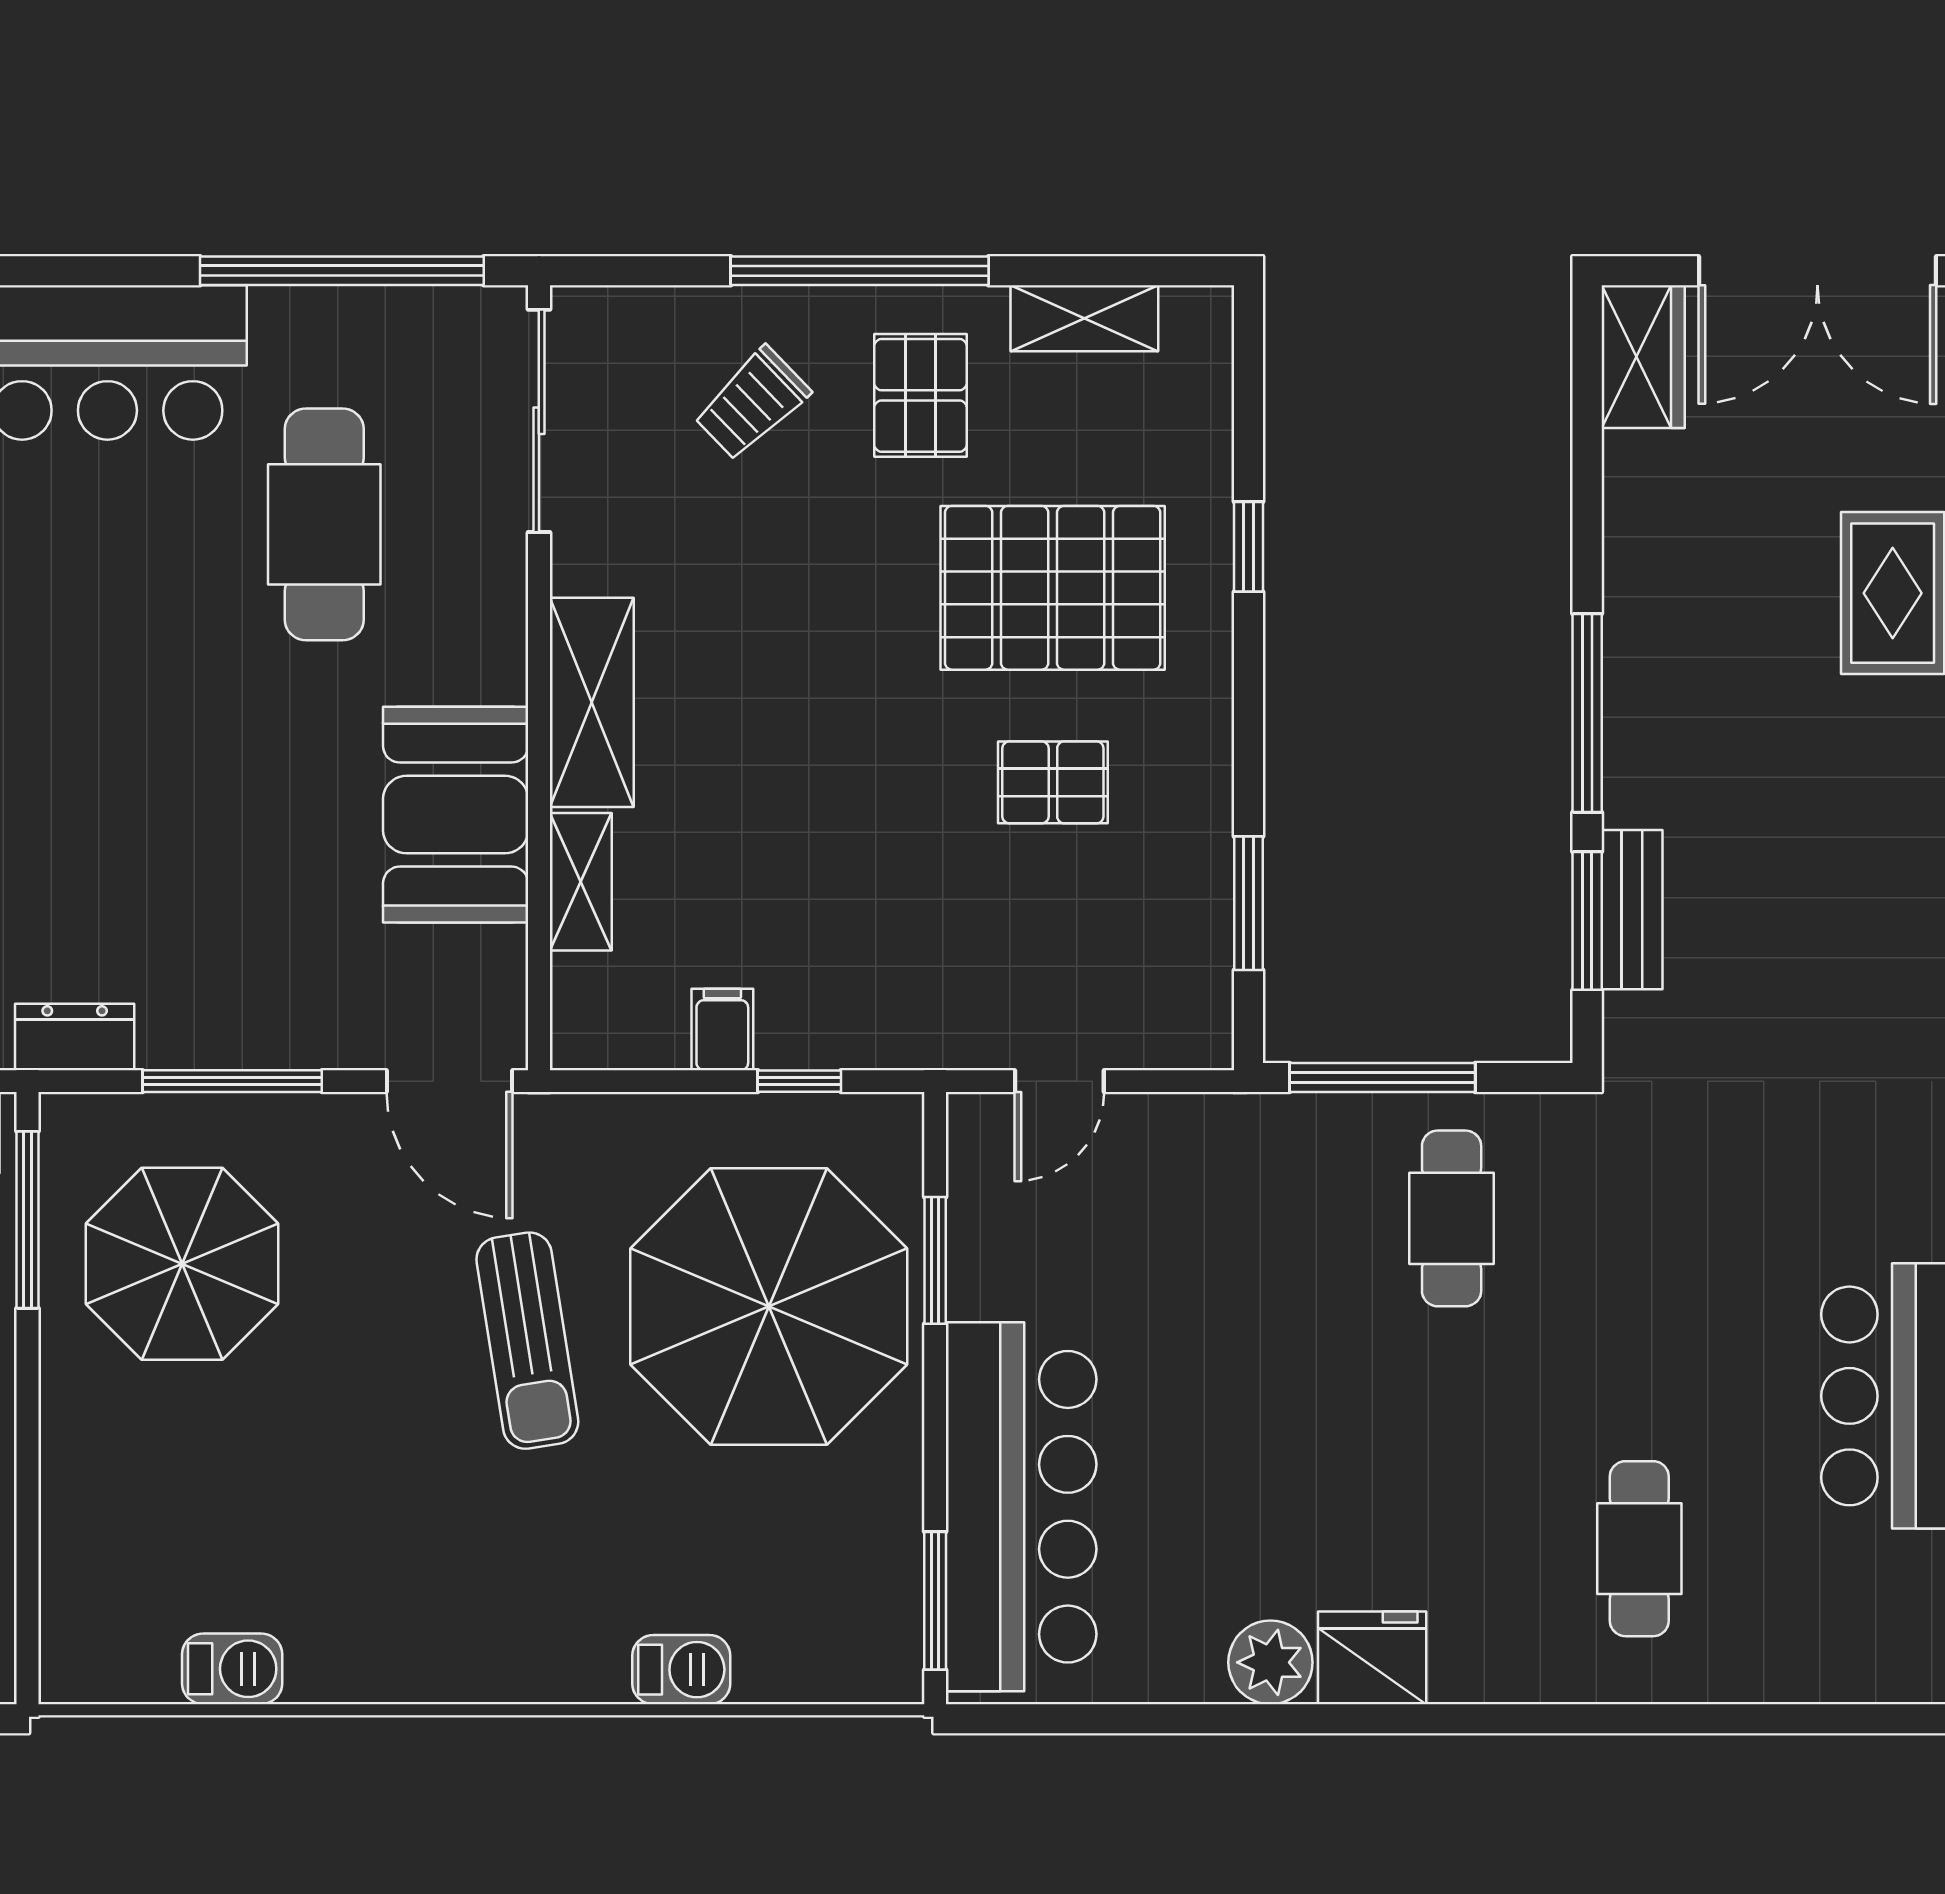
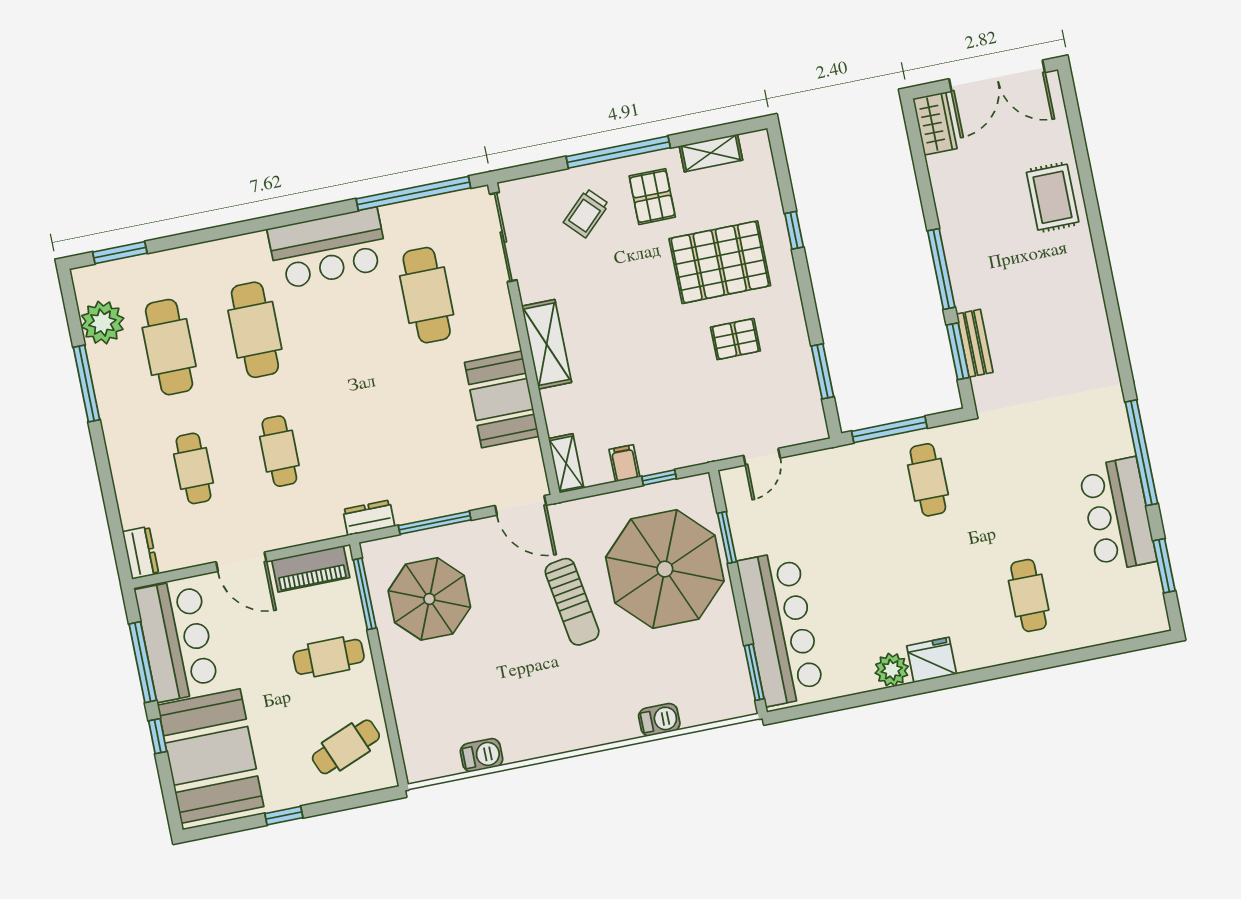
shelving: (581, 882) -> (566, 463), moved

